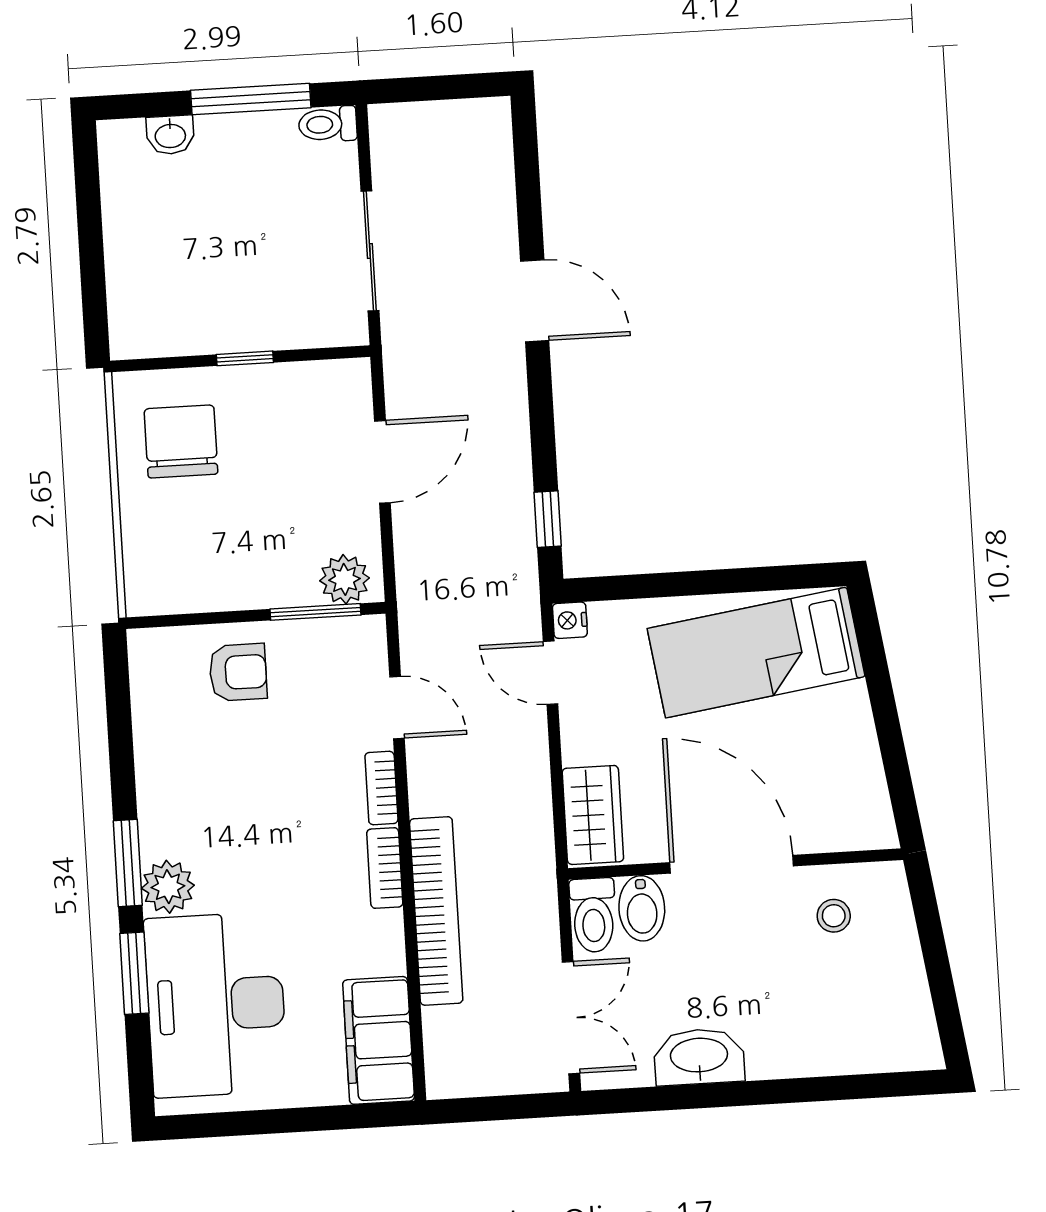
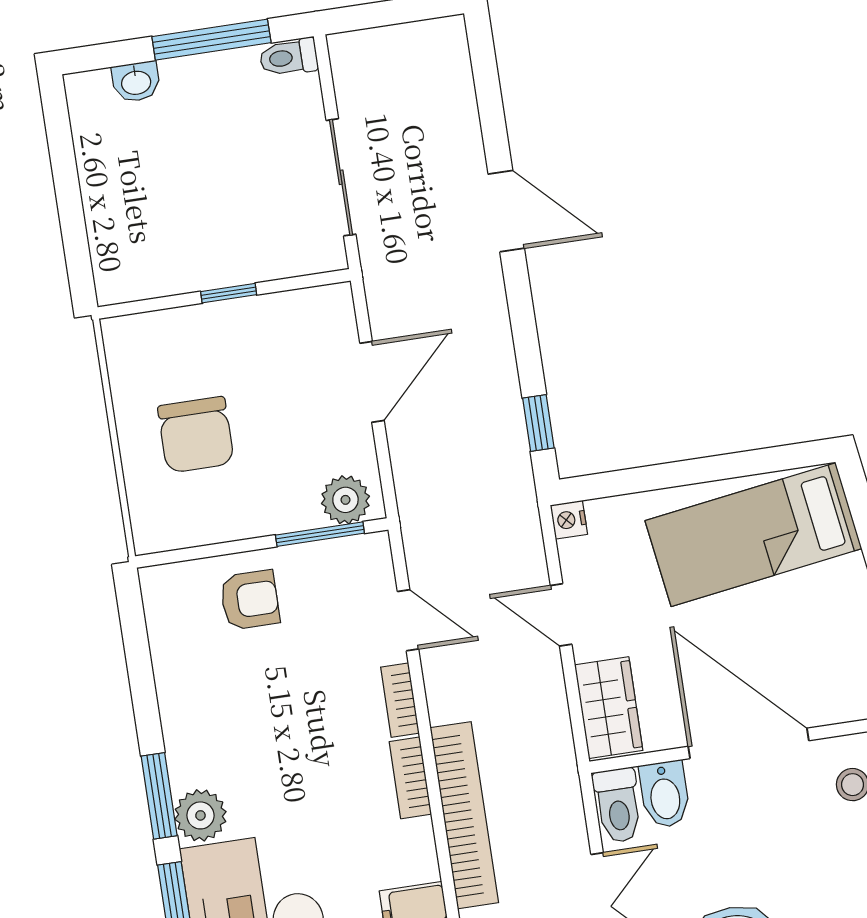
chair: (181, 441) -> (196, 435), moved, turned 180
door: (550, 673) -> (561, 615), moved

